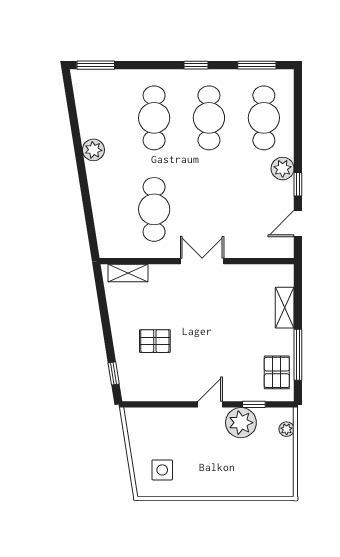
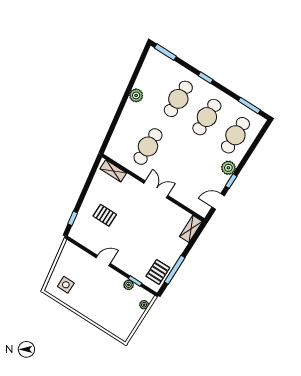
window: (196, 65) -> (206, 78), moved
shelving: (285, 308) -> (191, 229), moved
door: (210, 404) -> (103, 261), moved
plant: (241, 423) -> (129, 285), width x0.53, depth x0.53

